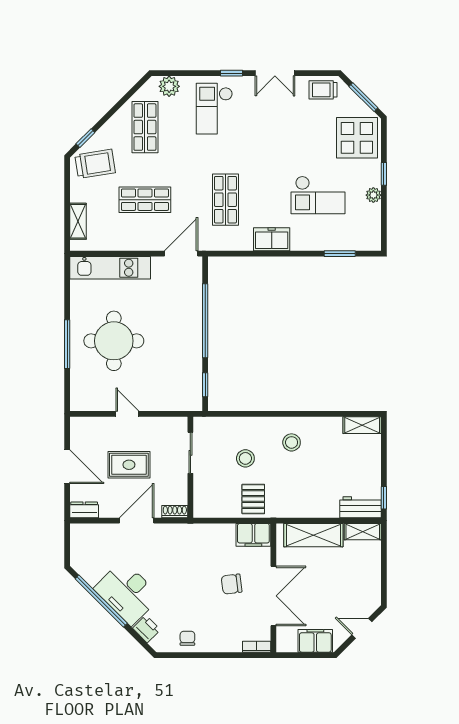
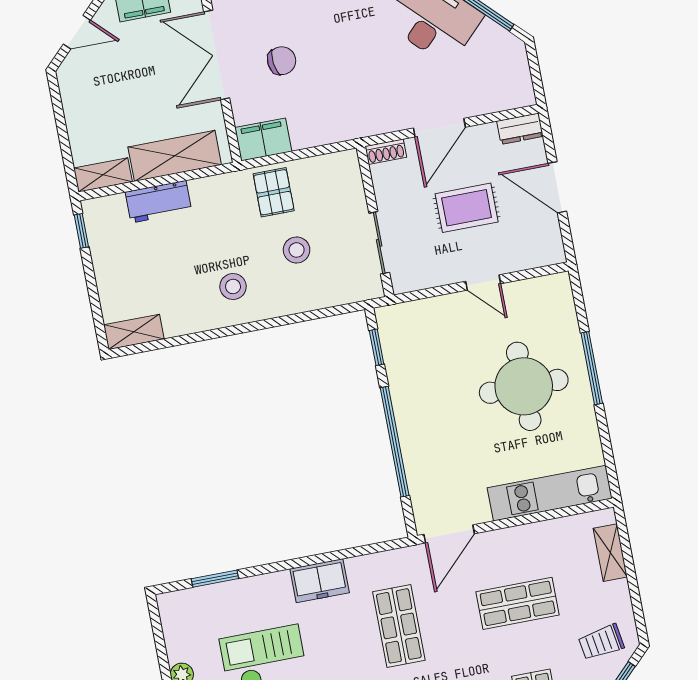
trolley: (95, 164) -> (601, 642), width x0.73, depth x0.72
workbench: (360, 507) -> (158, 202), moved

